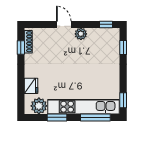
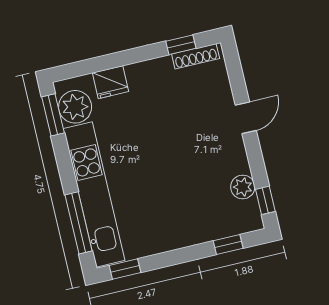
plant: (81, 34) -> (243, 187), moved
window: (57, 117) -> (53, 115), moved

